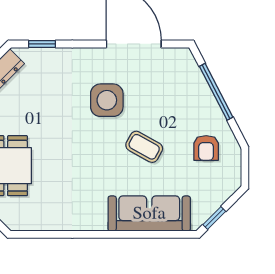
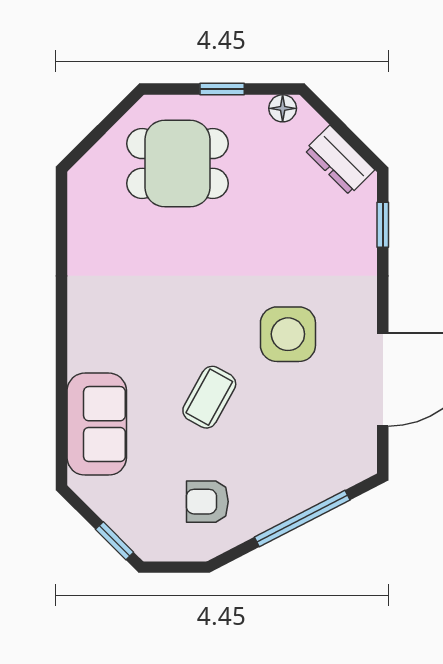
sofa: (149, 214) -> (97, 424), width x0.73
window: (214, 218) -> (115, 541), moved

